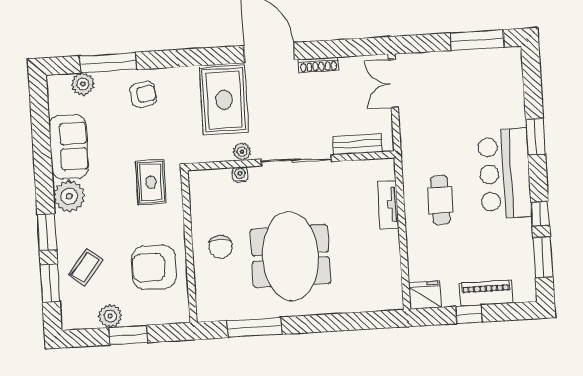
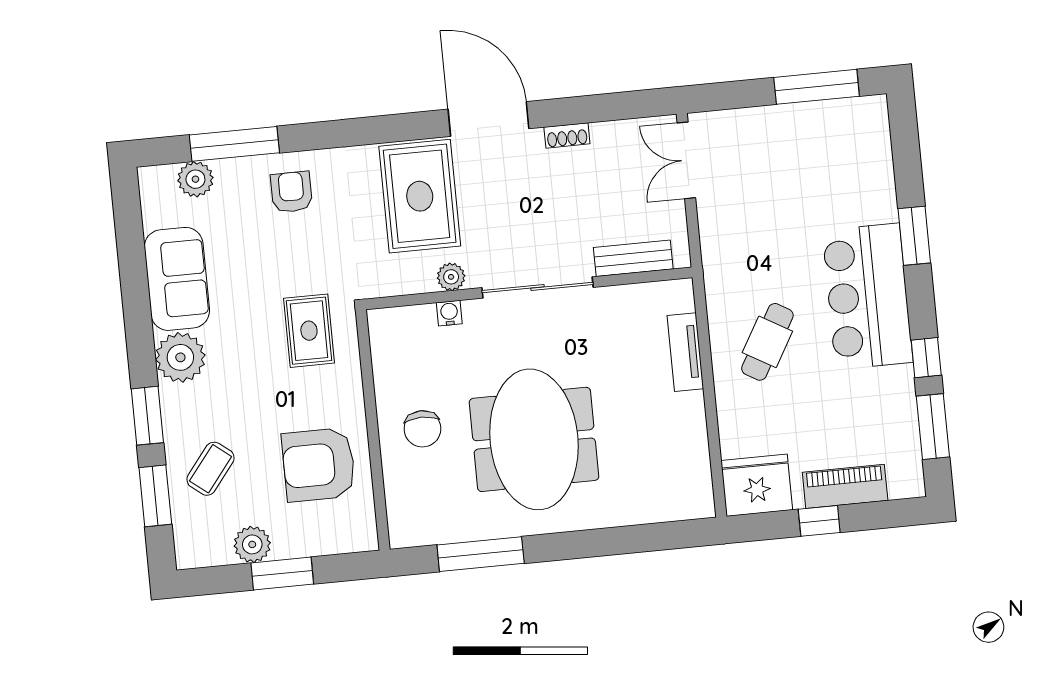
shoe rack: (318, 65) -> (567, 135), width x0.70
armchair: (143, 94) -> (291, 192), turned -82
cafe table: (440, 200) -> (767, 342), turned 30
fridge: (425, 295) -> (757, 485), width x1.36, depth x1.34

